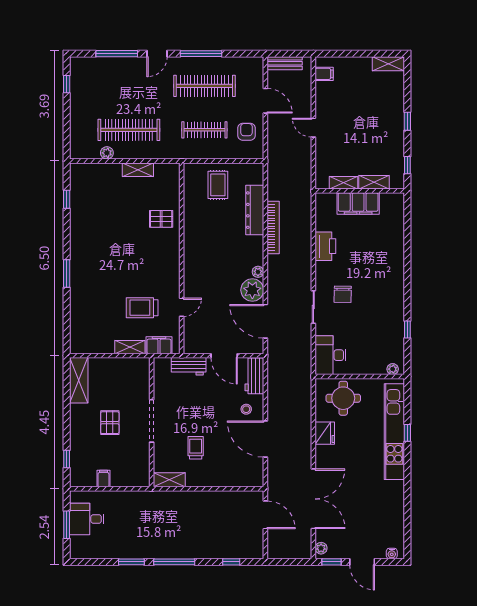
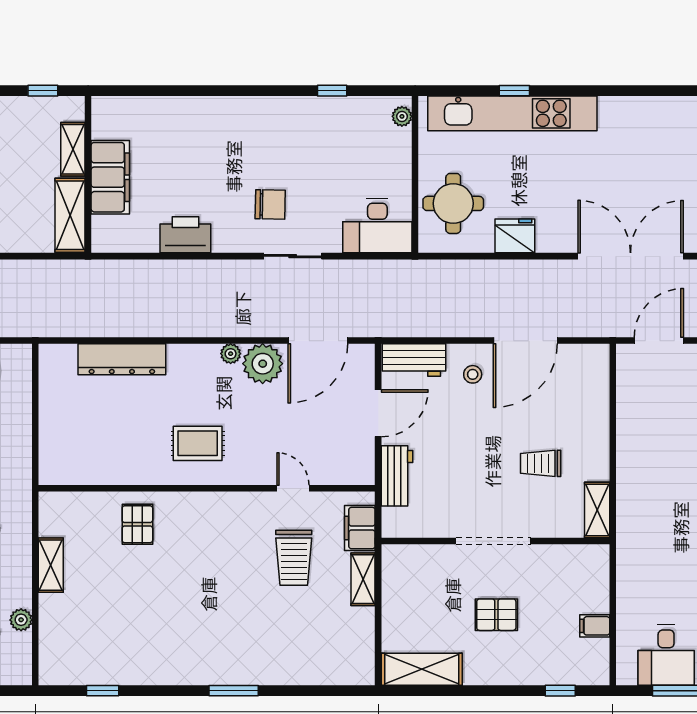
shelving: (344, 183) -> (70, 215), width x1.50, depth x1.33
rug: (218, 185) -> (198, 443), moved
bookcase: (273, 228) -> (153, 327), removed

